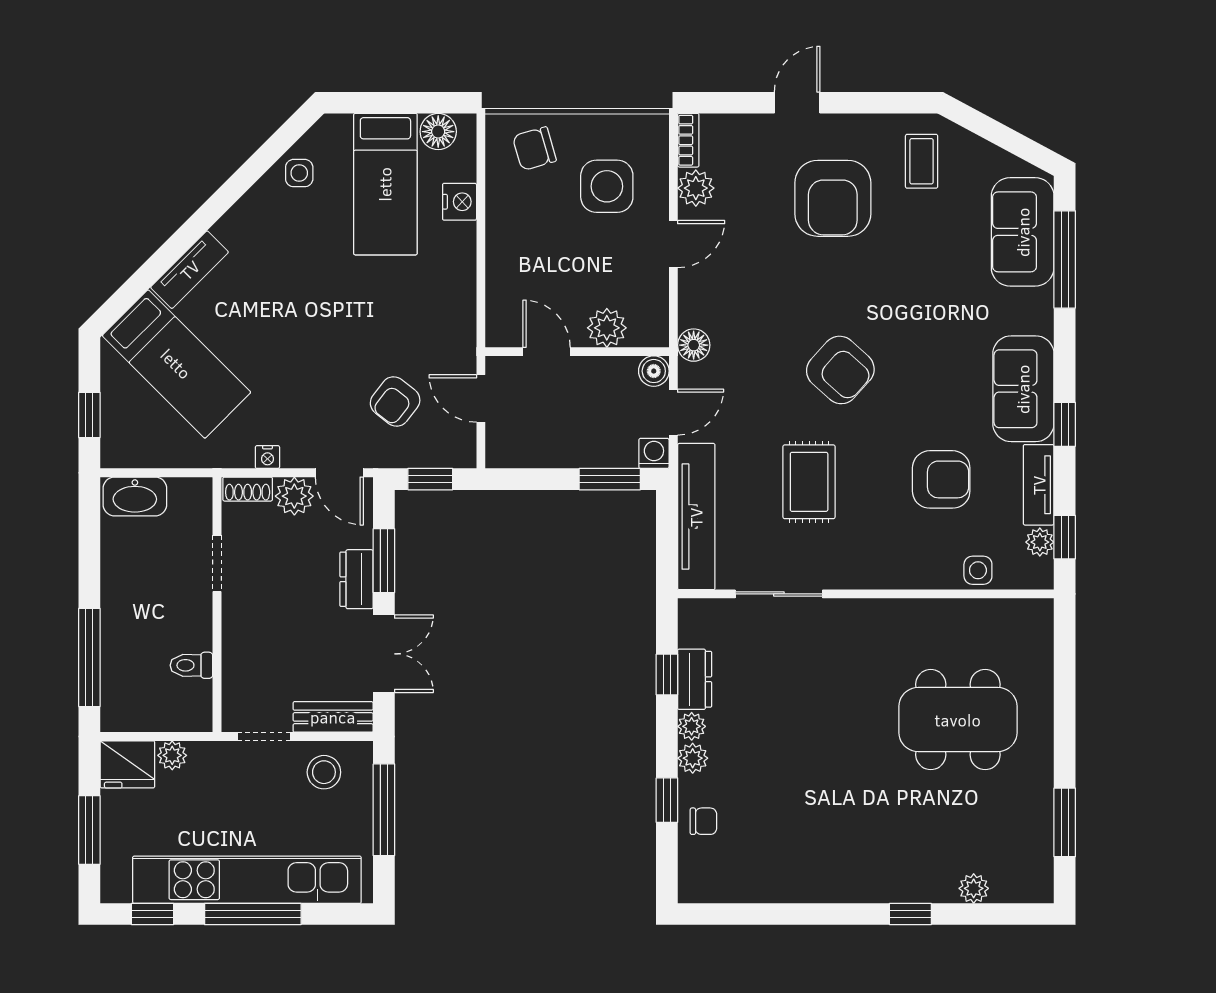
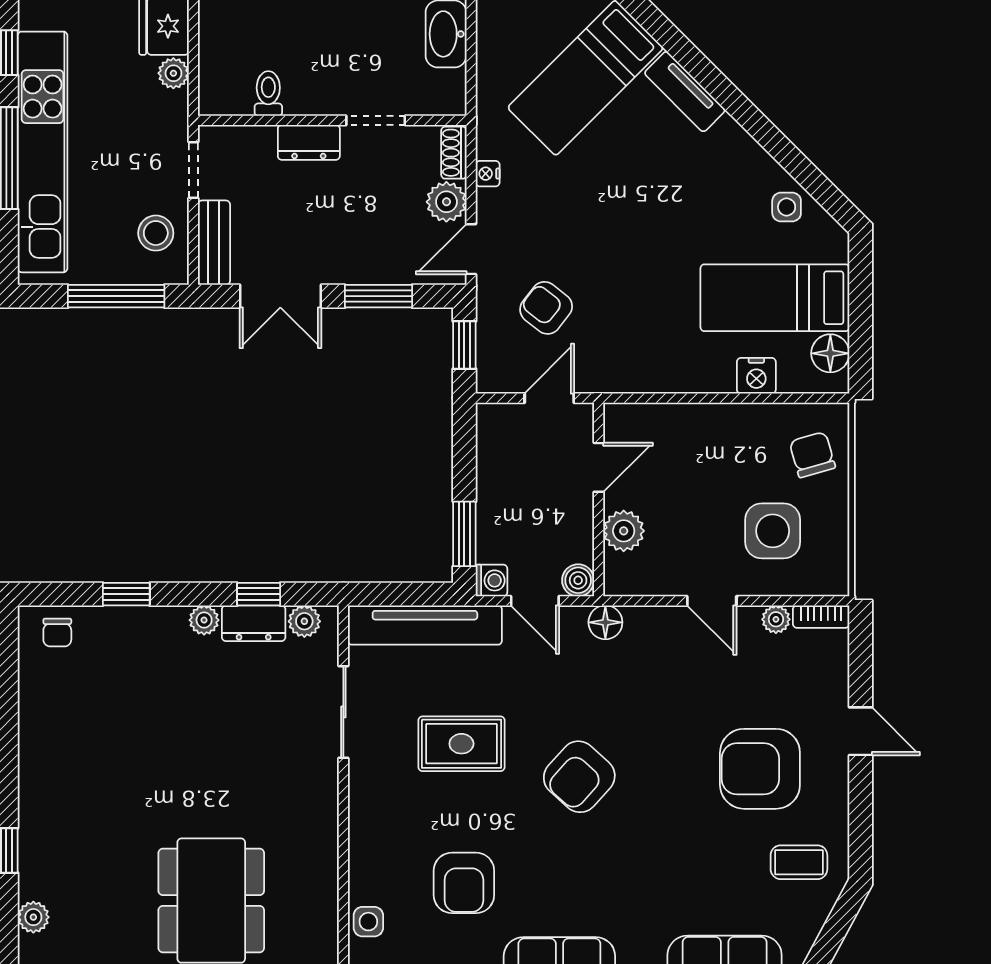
plant: (696, 188) -> (776, 619), width x0.73, depth x0.73
dresser: (357, 579) -> (309, 142), moved, turned 180
plant: (693, 758) -> (304, 621), moved
chair: (703, 821) -> (57, 632), moved

